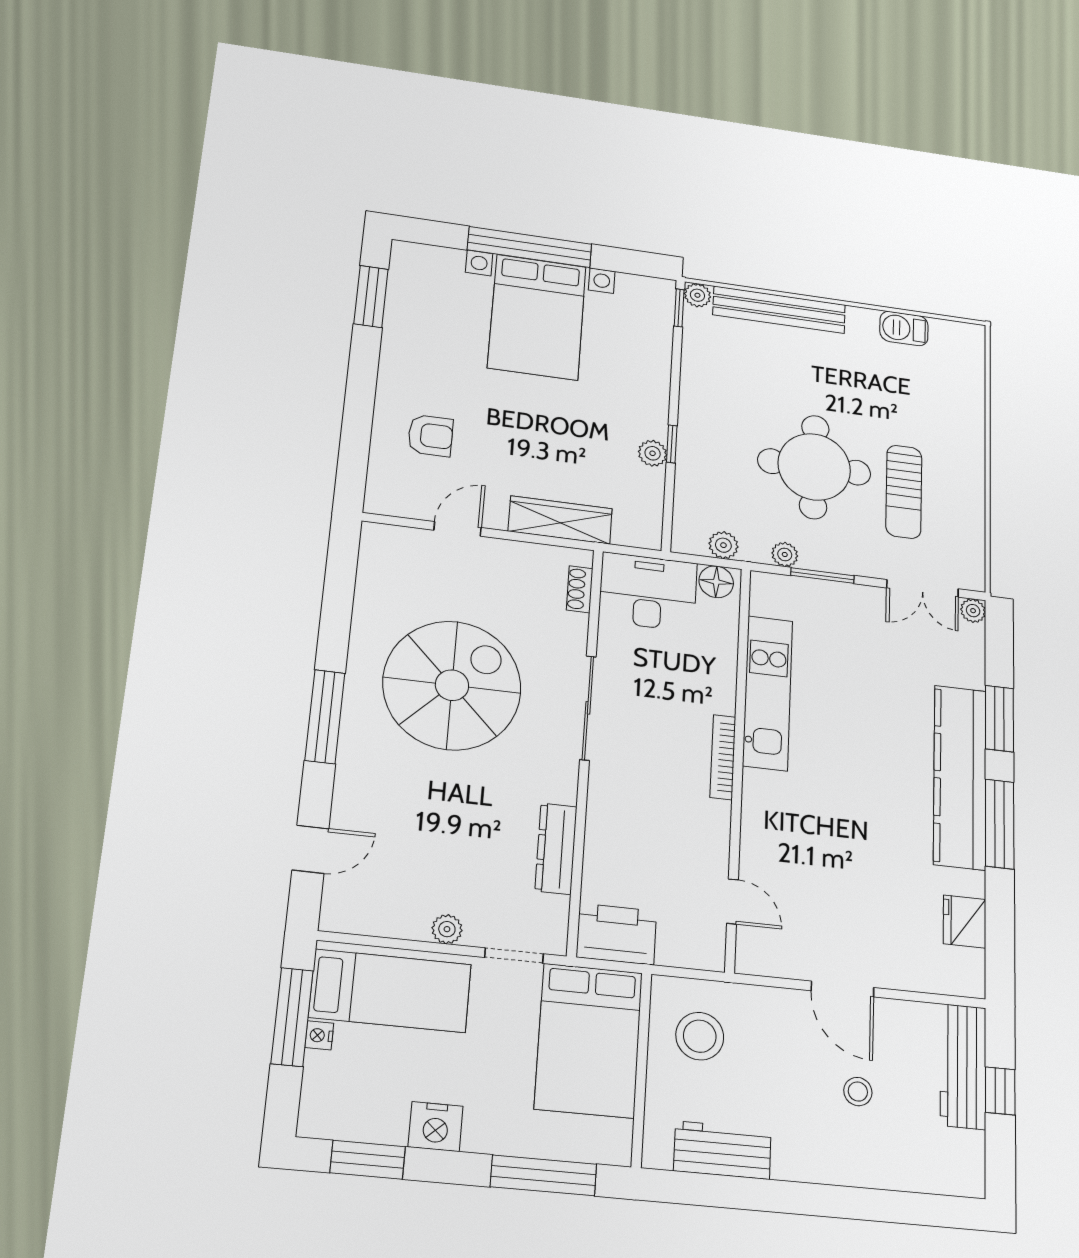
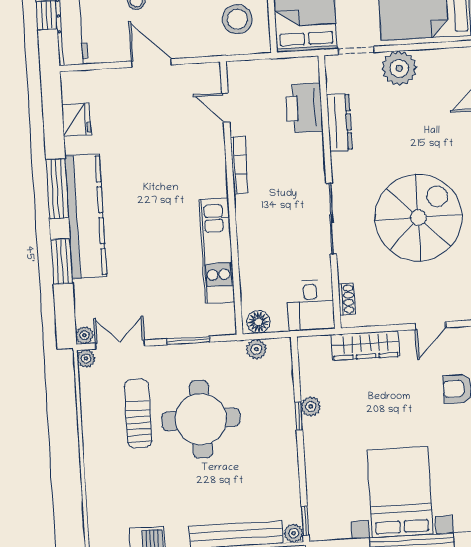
plant: (785, 554) -> (86, 358), moved
desk: (648, 592) -> (311, 305), width x0.73
spiral stairs: (452, 685) -> (418, 218), turned 180
bookcase: (723, 757) -> (239, 165), moved
plant: (447, 929) -> (399, 68), width x1.88, depth x1.88
printer: (617, 934) -> (304, 108), moved, turned 90

